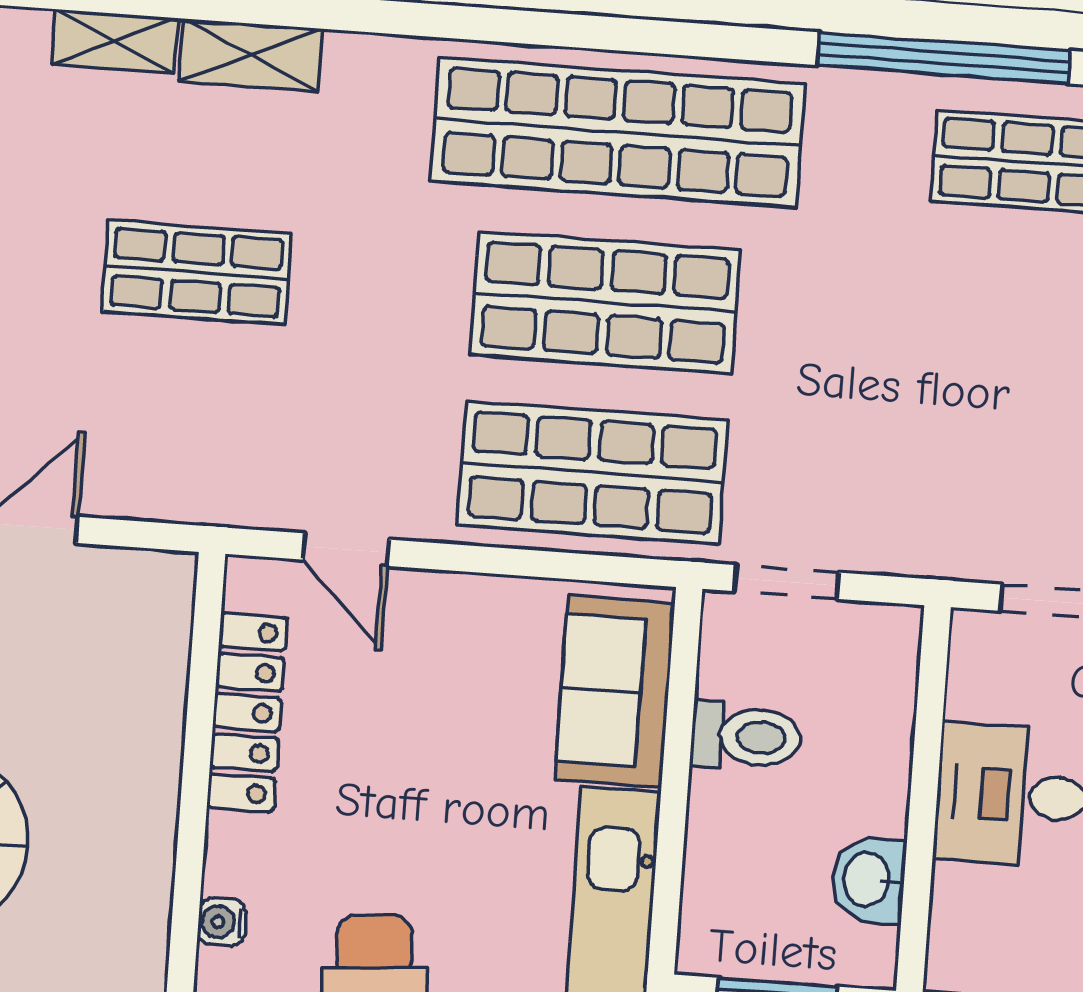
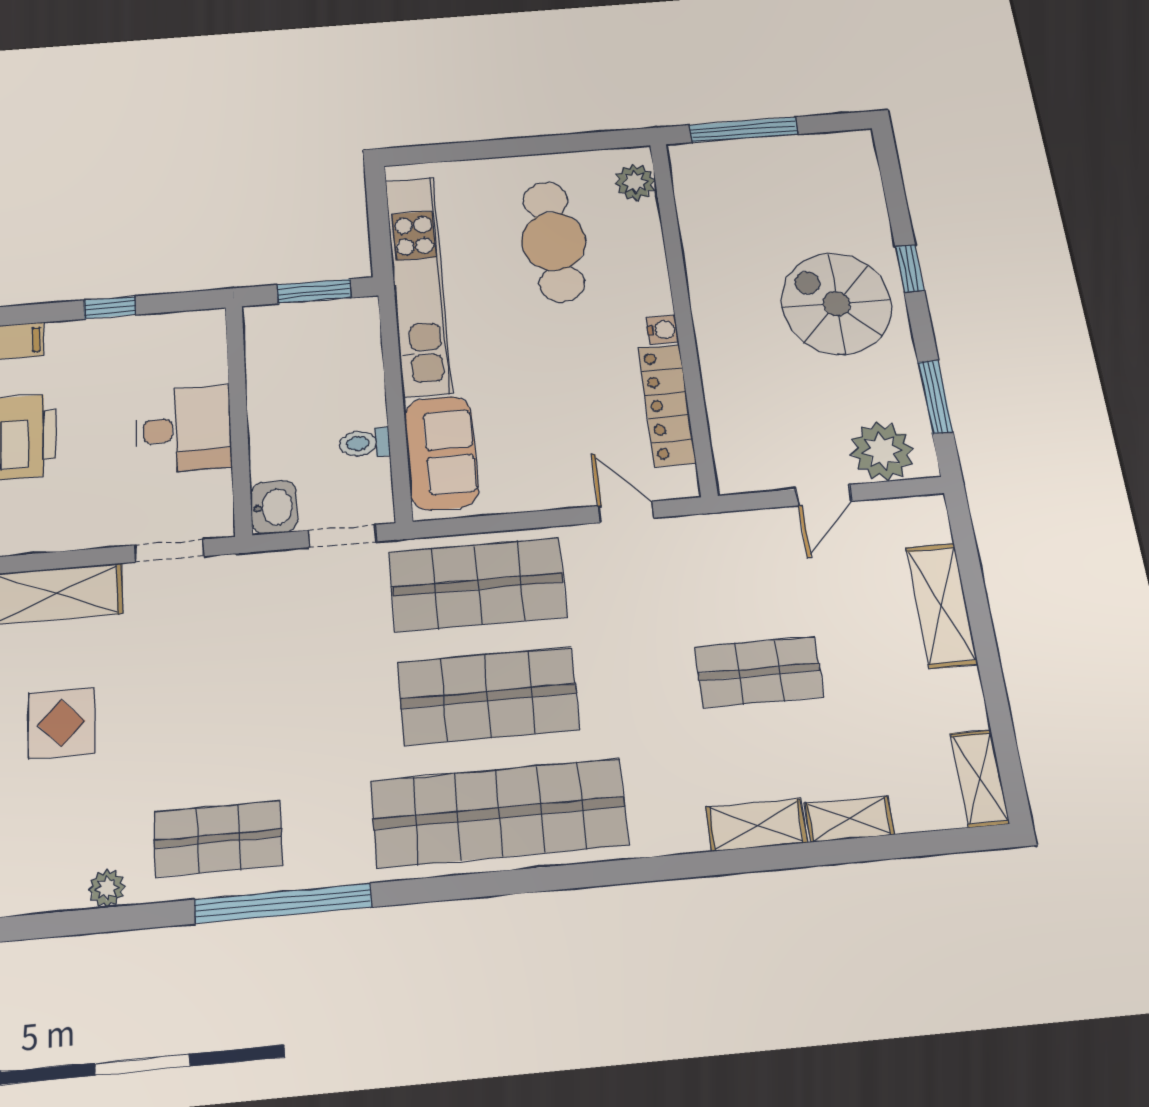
toilet: (746, 736) -> (365, 443), width x0.73, depth x0.72
washbasin: (868, 880) -> (274, 507), moved
water cooler: (222, 922) -> (663, 330), moved

